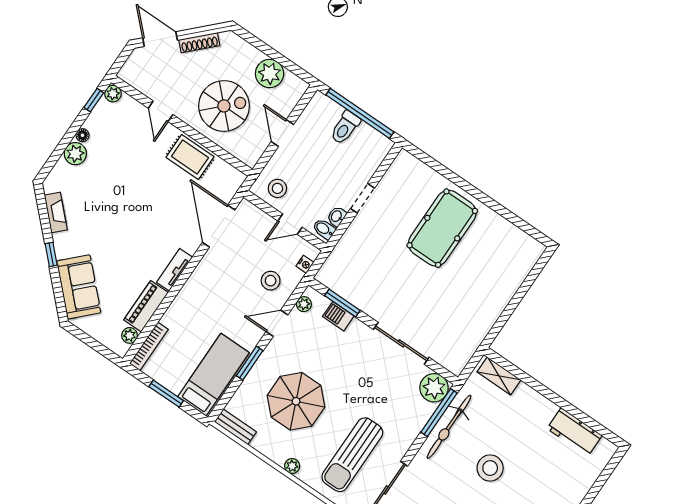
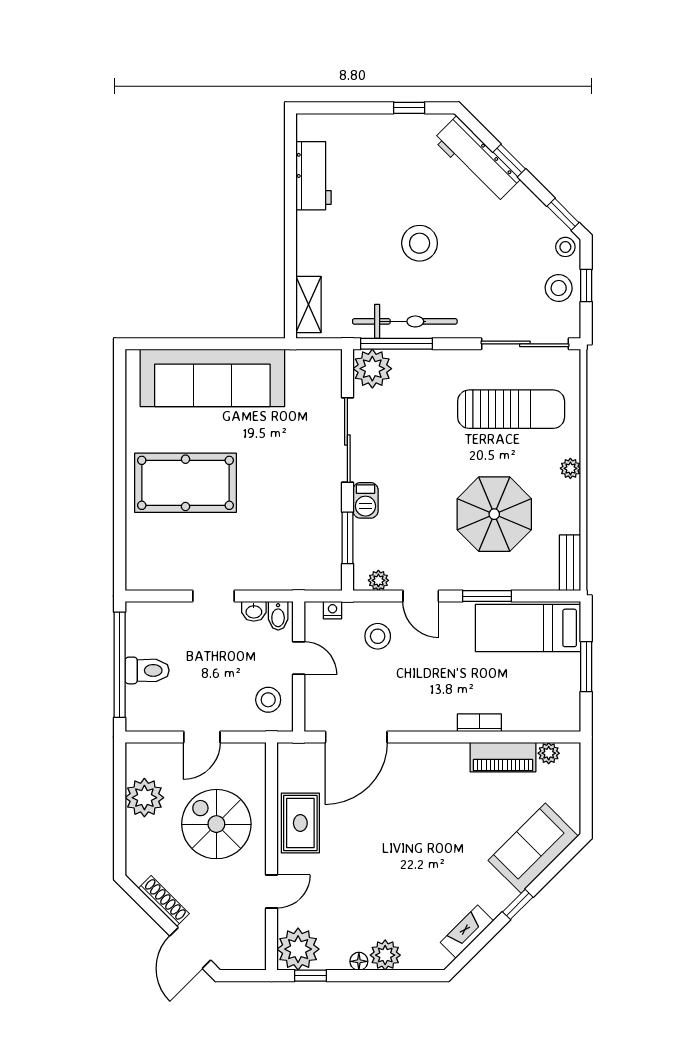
plant: (113, 94) -> (298, 949), width x1.88, depth x1.88
tv unit: (174, 270) -> (440, 753), removed
sofa: (494, 288) -> (212, 378), added
barbecue: (338, 316) -> (365, 500), moved
bookcase: (149, 346) -> (479, 723), moved, width x0.64

